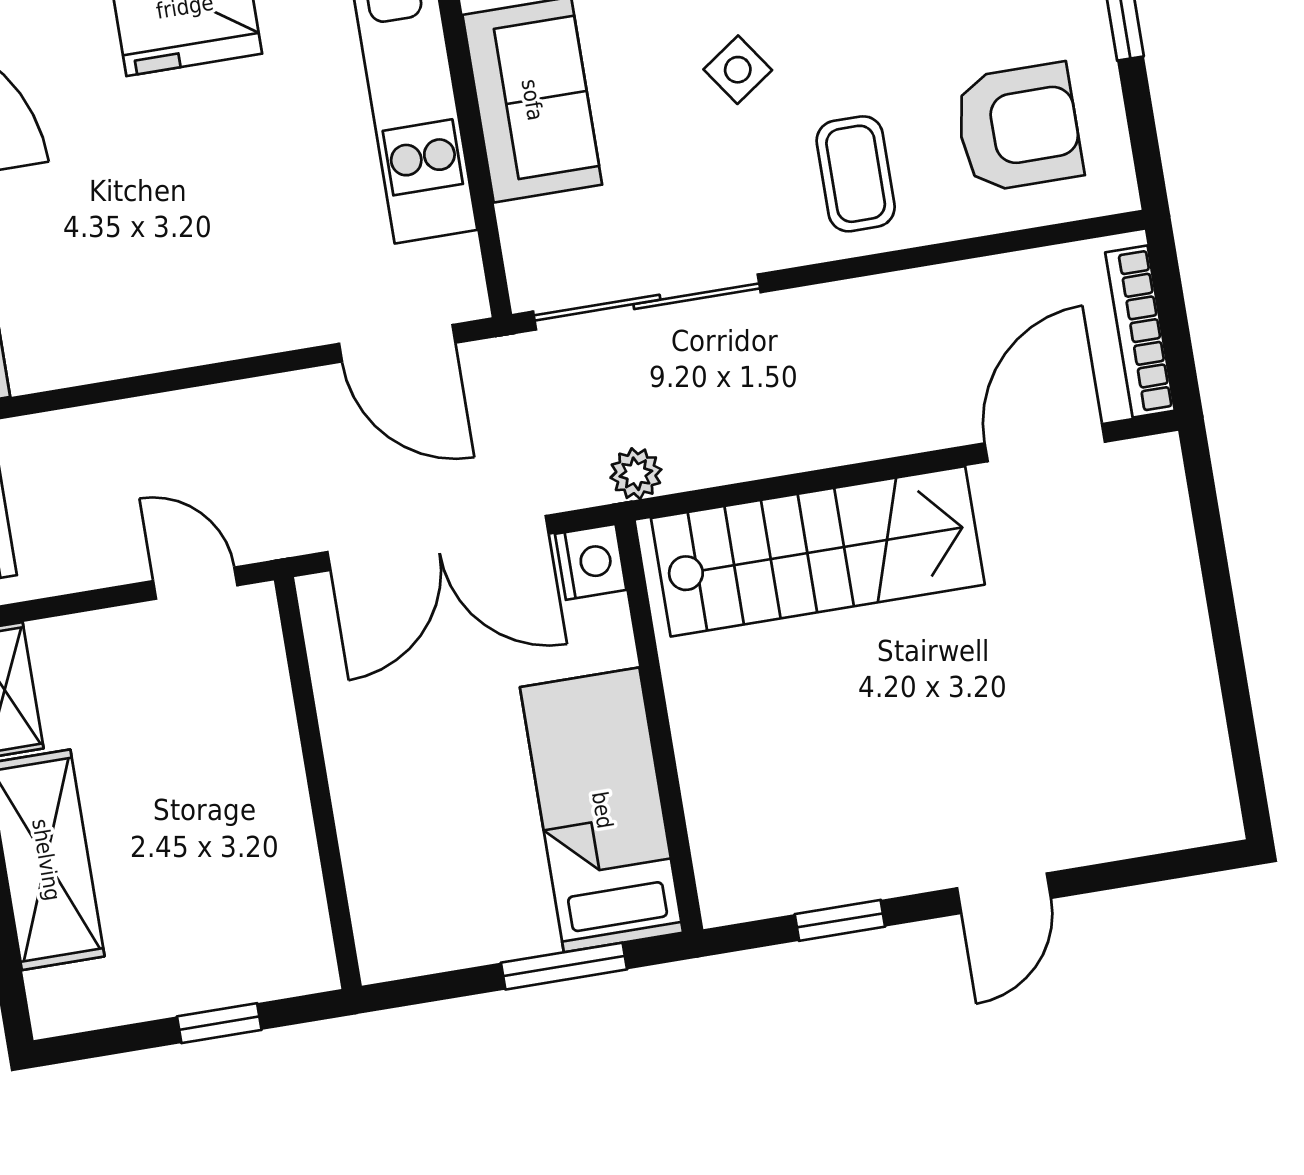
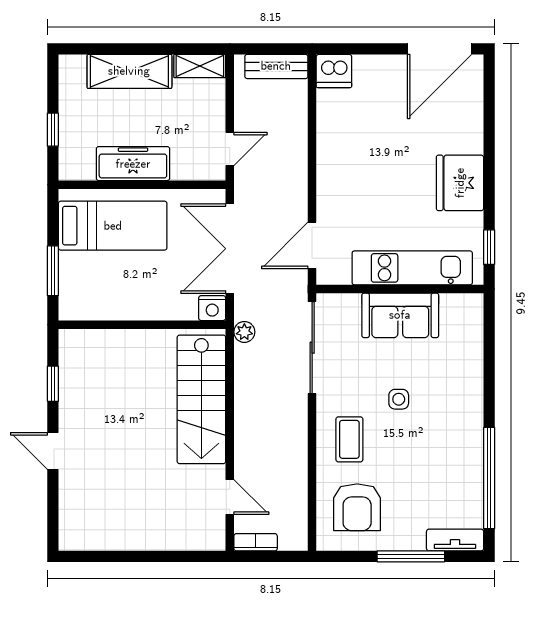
side table: (738, 70) -> (399, 399), turned 35
coffee table: (856, 174) -> (349, 439), turned 90
bookcase: (1140, 331) -> (256, 542), width x0.64
door: (1045, 443) -> (230, 497), width x0.73
bed: (602, 810) -> (113, 226), moved
freezer: (270, 814) -> (133, 164), added

